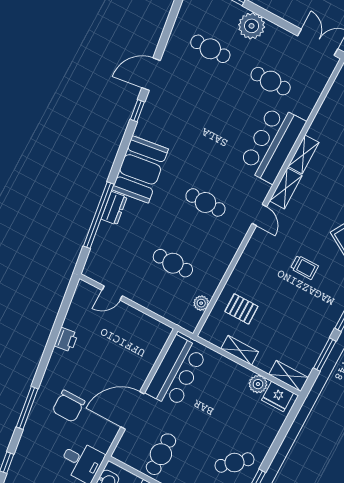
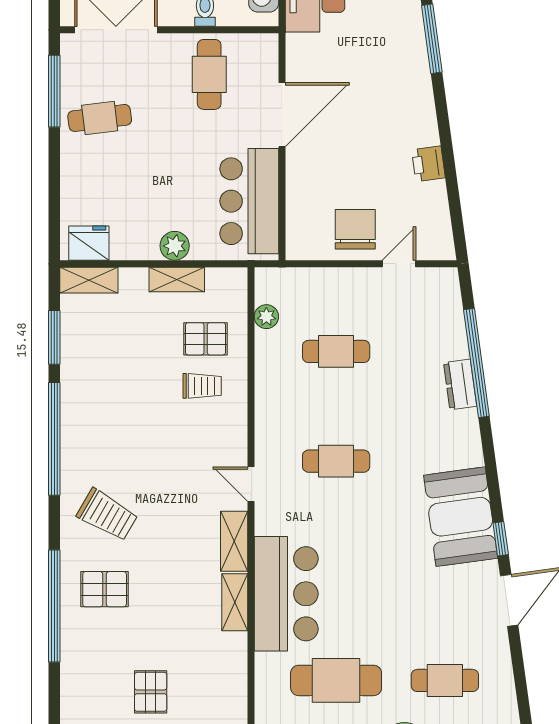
cafe table: (271, 81) -> (336, 680), width x1.37, depth x1.35
booth: (140, 169) -> (461, 517), moved
trolley: (304, 267) -> (202, 386), moved, turned 180
plant: (258, 384) -> (175, 246), moved
chair: (69, 406) -> (355, 229), moved
cafe table: (234, 463) -> (100, 118), turned 35

